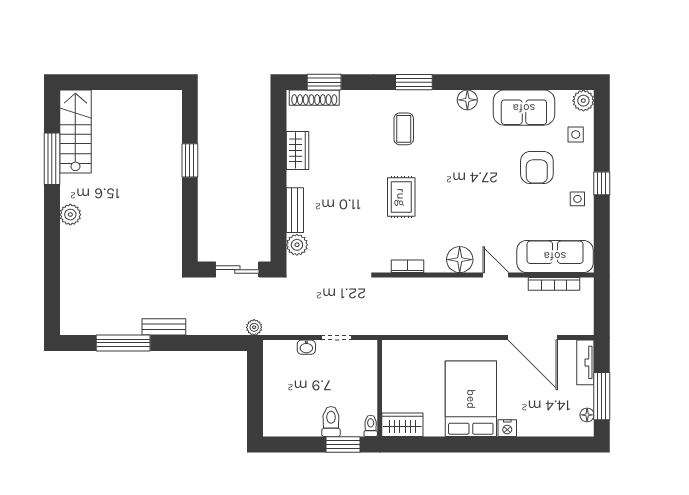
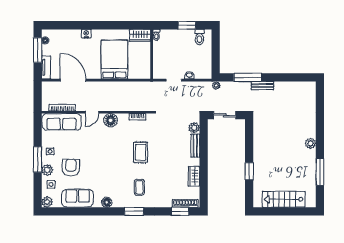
stairs: (75, 131) -> (284, 199), moved, turned 90
plant: (583, 163) -> (47, 170), added
window: (602, 183) -> (38, 159), width x2.17
door: (496, 275) -> (92, 112), hinge flipped
window: (123, 343) -> (248, 77), moved
bed: (471, 399) -> (114, 60), moved, turned 180
toilet: (331, 421) -> (199, 37), moved
window: (343, 444) -> (187, 25), moved

